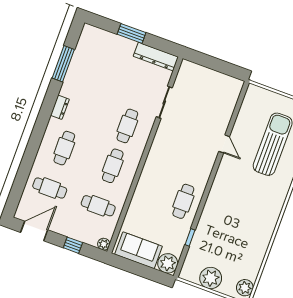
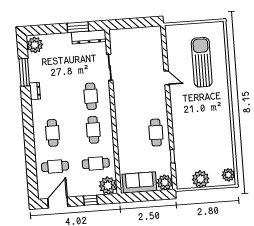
window: (131, 33) -> (78, 27), moved
plant: (90, 38) -> (35, 45), added
dresser: (60, 107) -> (35, 91), moved
plant: (104, 244) -> (108, 186), width x1.88, depth x1.88

